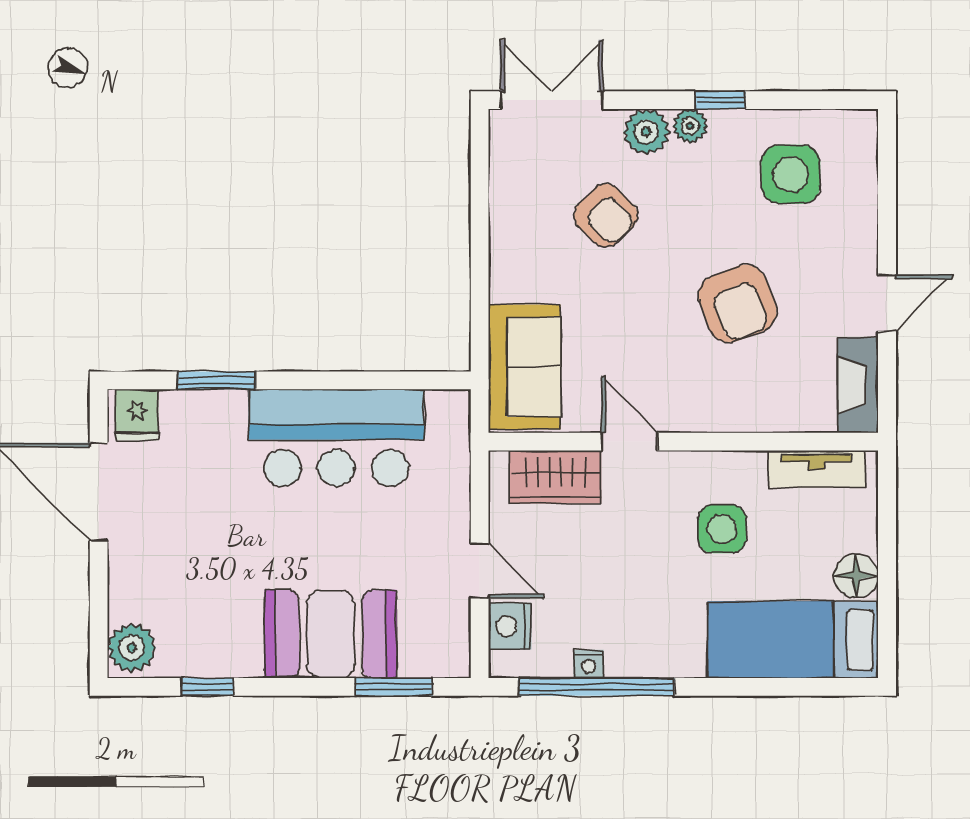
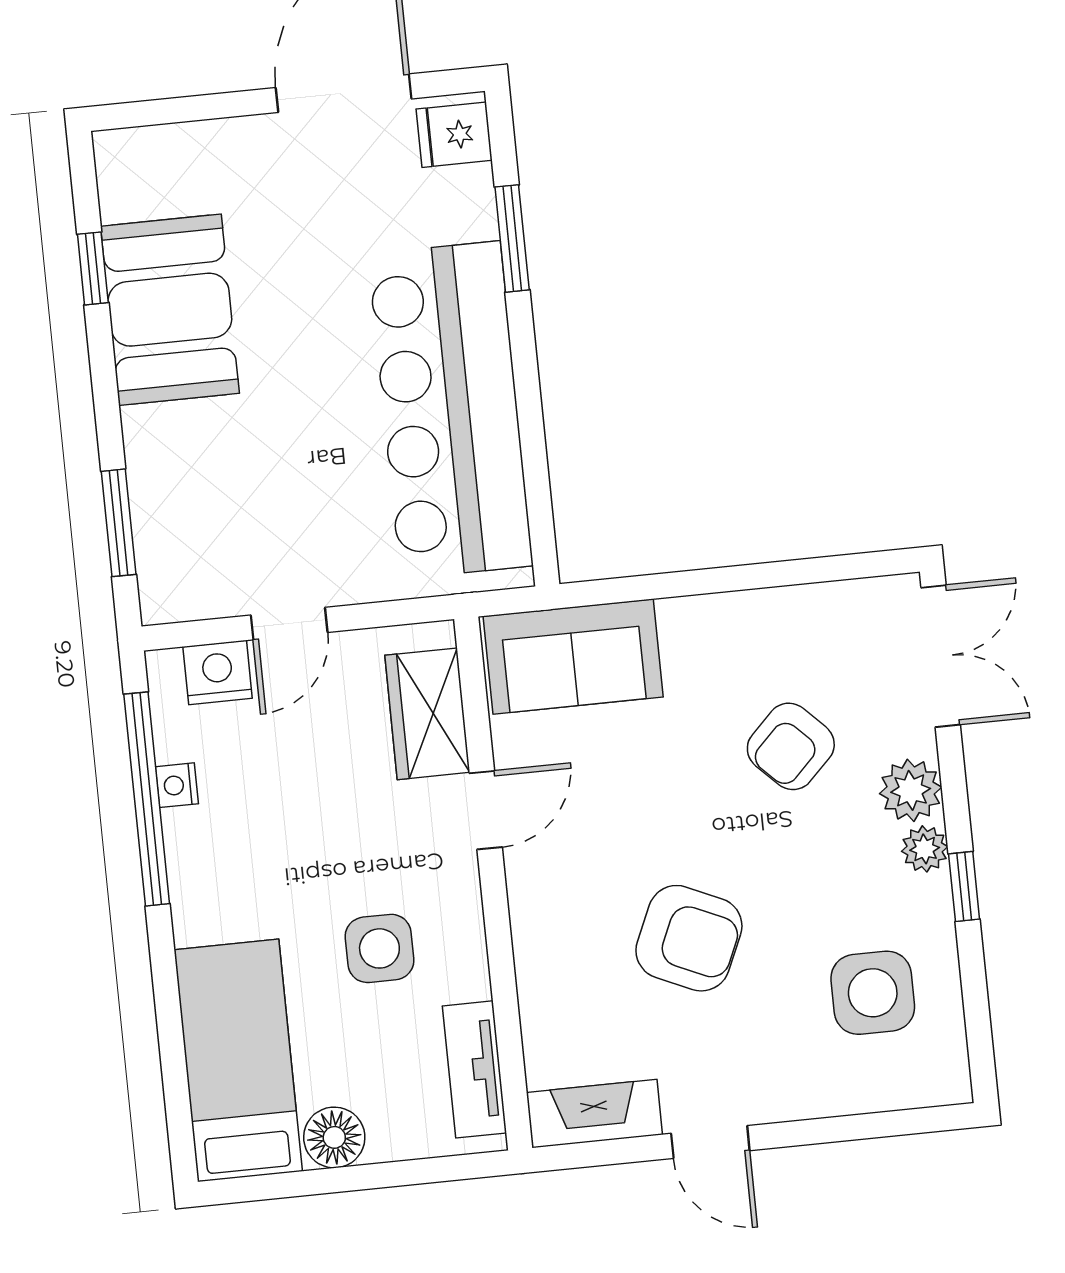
armchair: (738, 304) -> (689, 938), turned -135
bar counter: (336, 438) -> (450, 410), width x1.36
booth: (331, 634) -> (170, 310), moved
plant: (132, 648) -> (136, 160), removed

